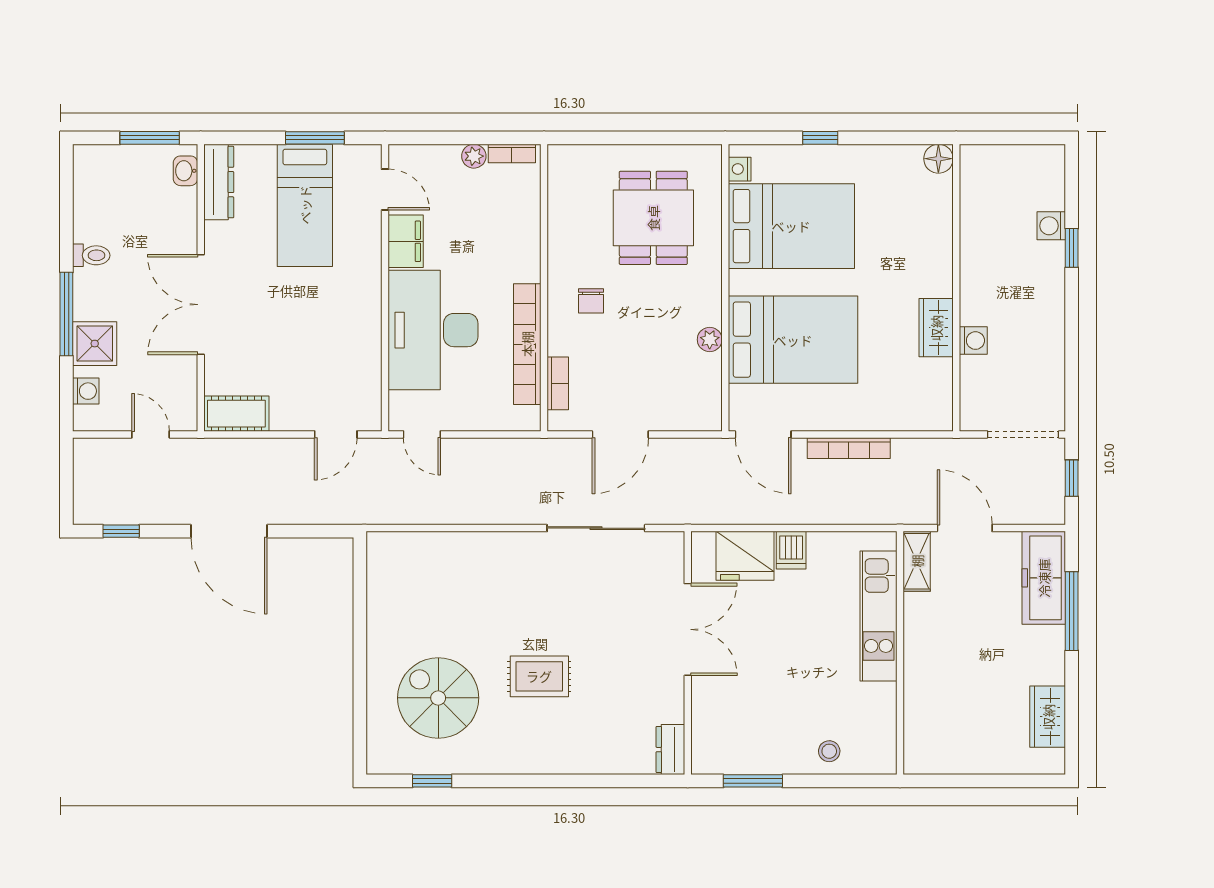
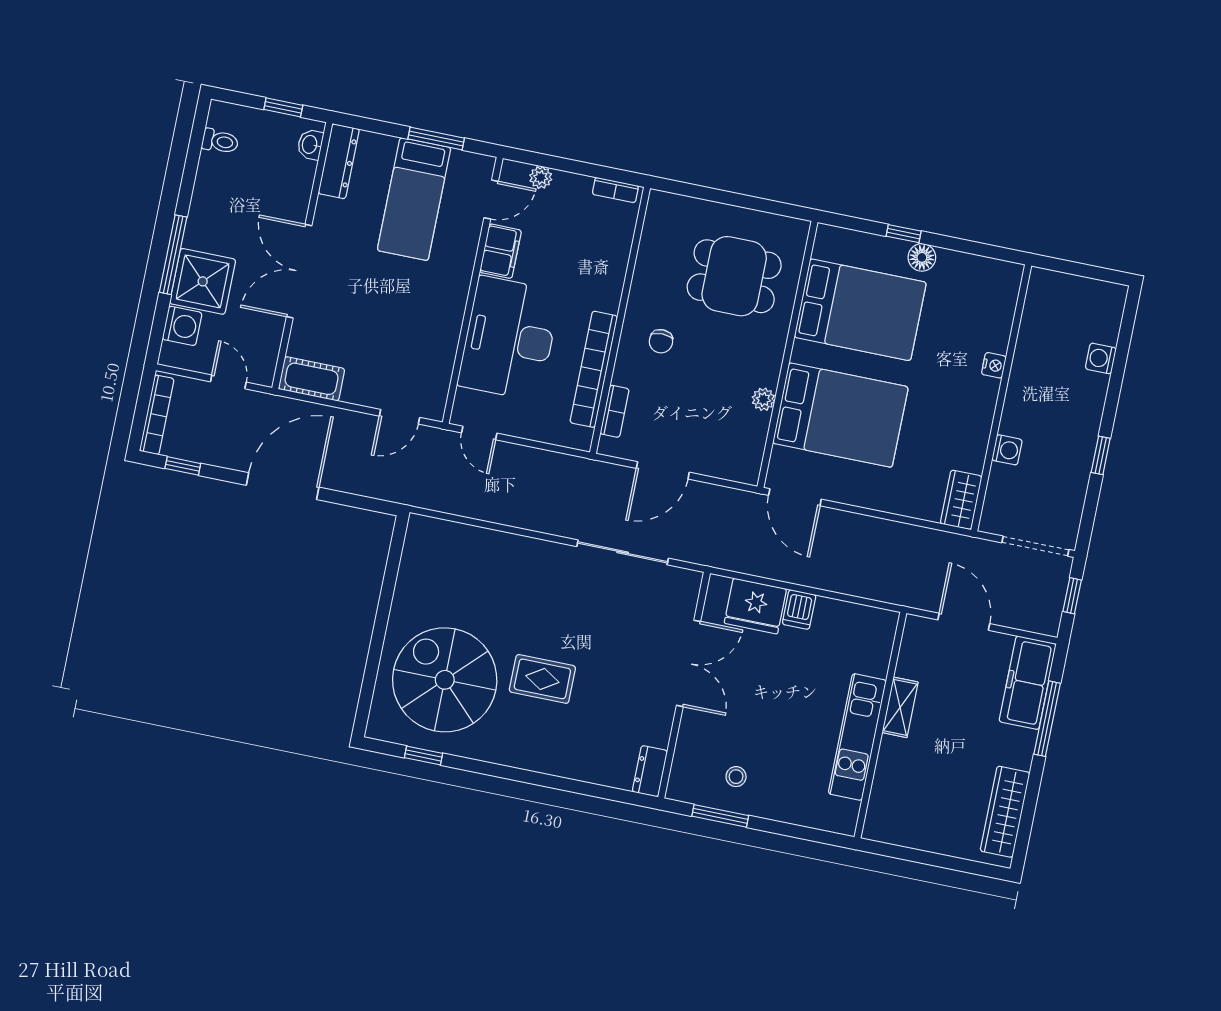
window: (150, 138) -> (283, 107), width x0.67
plant: (474, 156) -> (541, 177), moved
floor lamp: (938, 159) -> (922, 257), moved
nightstand: (740, 169) -> (994, 365), moved, turned 180
door: (385, 190) -> (491, 200), hinge flipped
dining table: (653, 218) -> (734, 276), turned 90
window: (1072, 248) -> (1101, 455), moved
toilet: (91, 255) -> (220, 141), moved
wardrobe: (936, 328) -> (961, 500), moved
shower: (95, 344) -> (203, 281), width x1.36, depth x1.36
washing machine: (86, 391) -> (182, 326), width x1.38, depth x1.38
bookcase: (849, 448) -> (157, 415), moved, turned -90
door: (229, 531) -> (283, 486), swing flipped
shelving: (917, 561) -> (900, 707), moved
kitchen unit: (878, 616) -> (857, 737), moved
spiral stairs: (438, 698) -> (445, 680), width x1.37, depth x1.37
wardrobe: (1048, 717) -> (1005, 812), width x1.50
stool: (829, 751) -> (736, 777), moved

